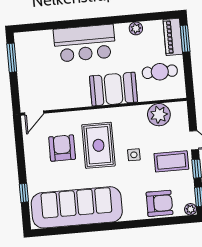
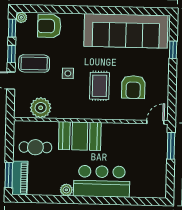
plant: (136, 28) -> (66, 190), moved
window: (12, 58) -> (171, 146), moved
rug: (98, 145) -> (99, 86), width x0.73, depth x0.70

